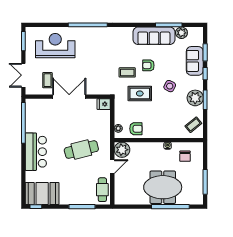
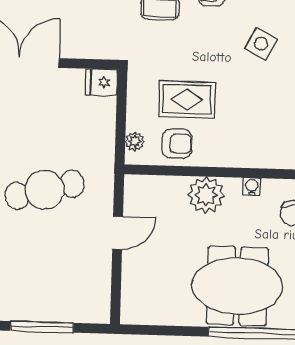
rug: (140, 93) -> (187, 99), moved
plant: (122, 150) -> (206, 195), moved
cafe table: (102, 190) -> (92, 288), removed

